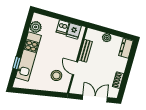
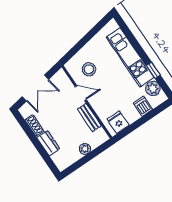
dishwasher: (63, 27) -> (143, 106), moved
dresser: (126, 48) -> (48, 143), moved
window: (17, 63) -> (153, 70), moved

